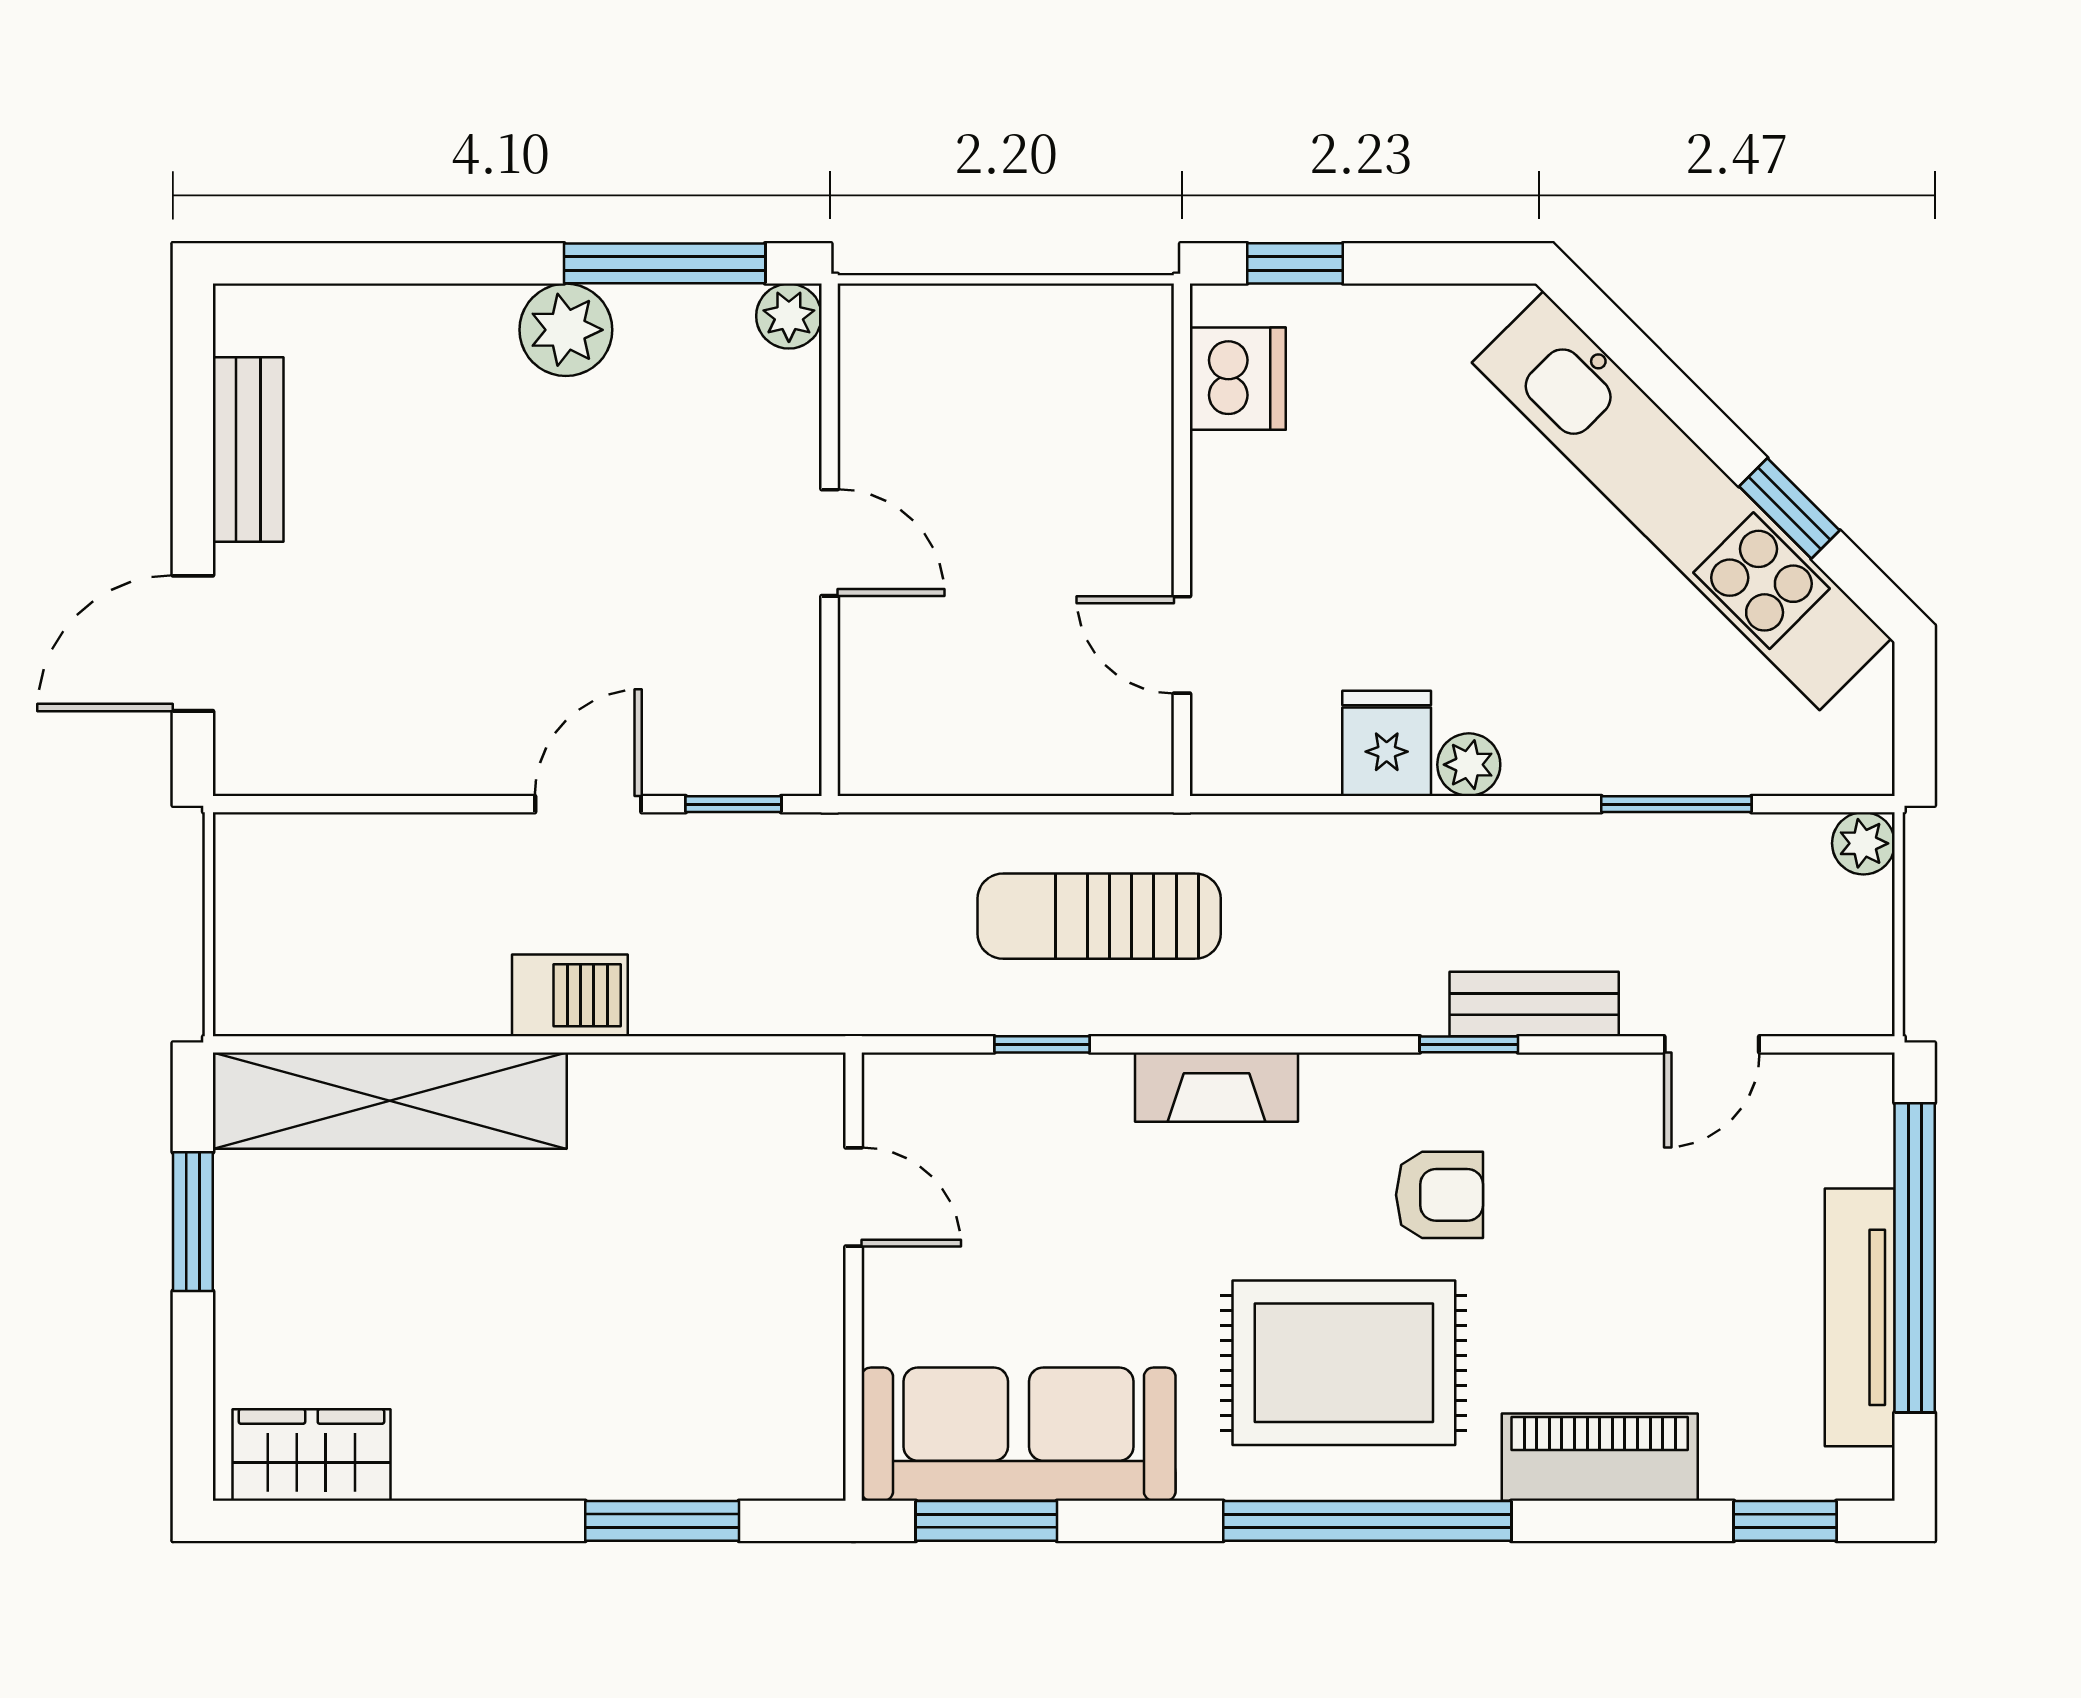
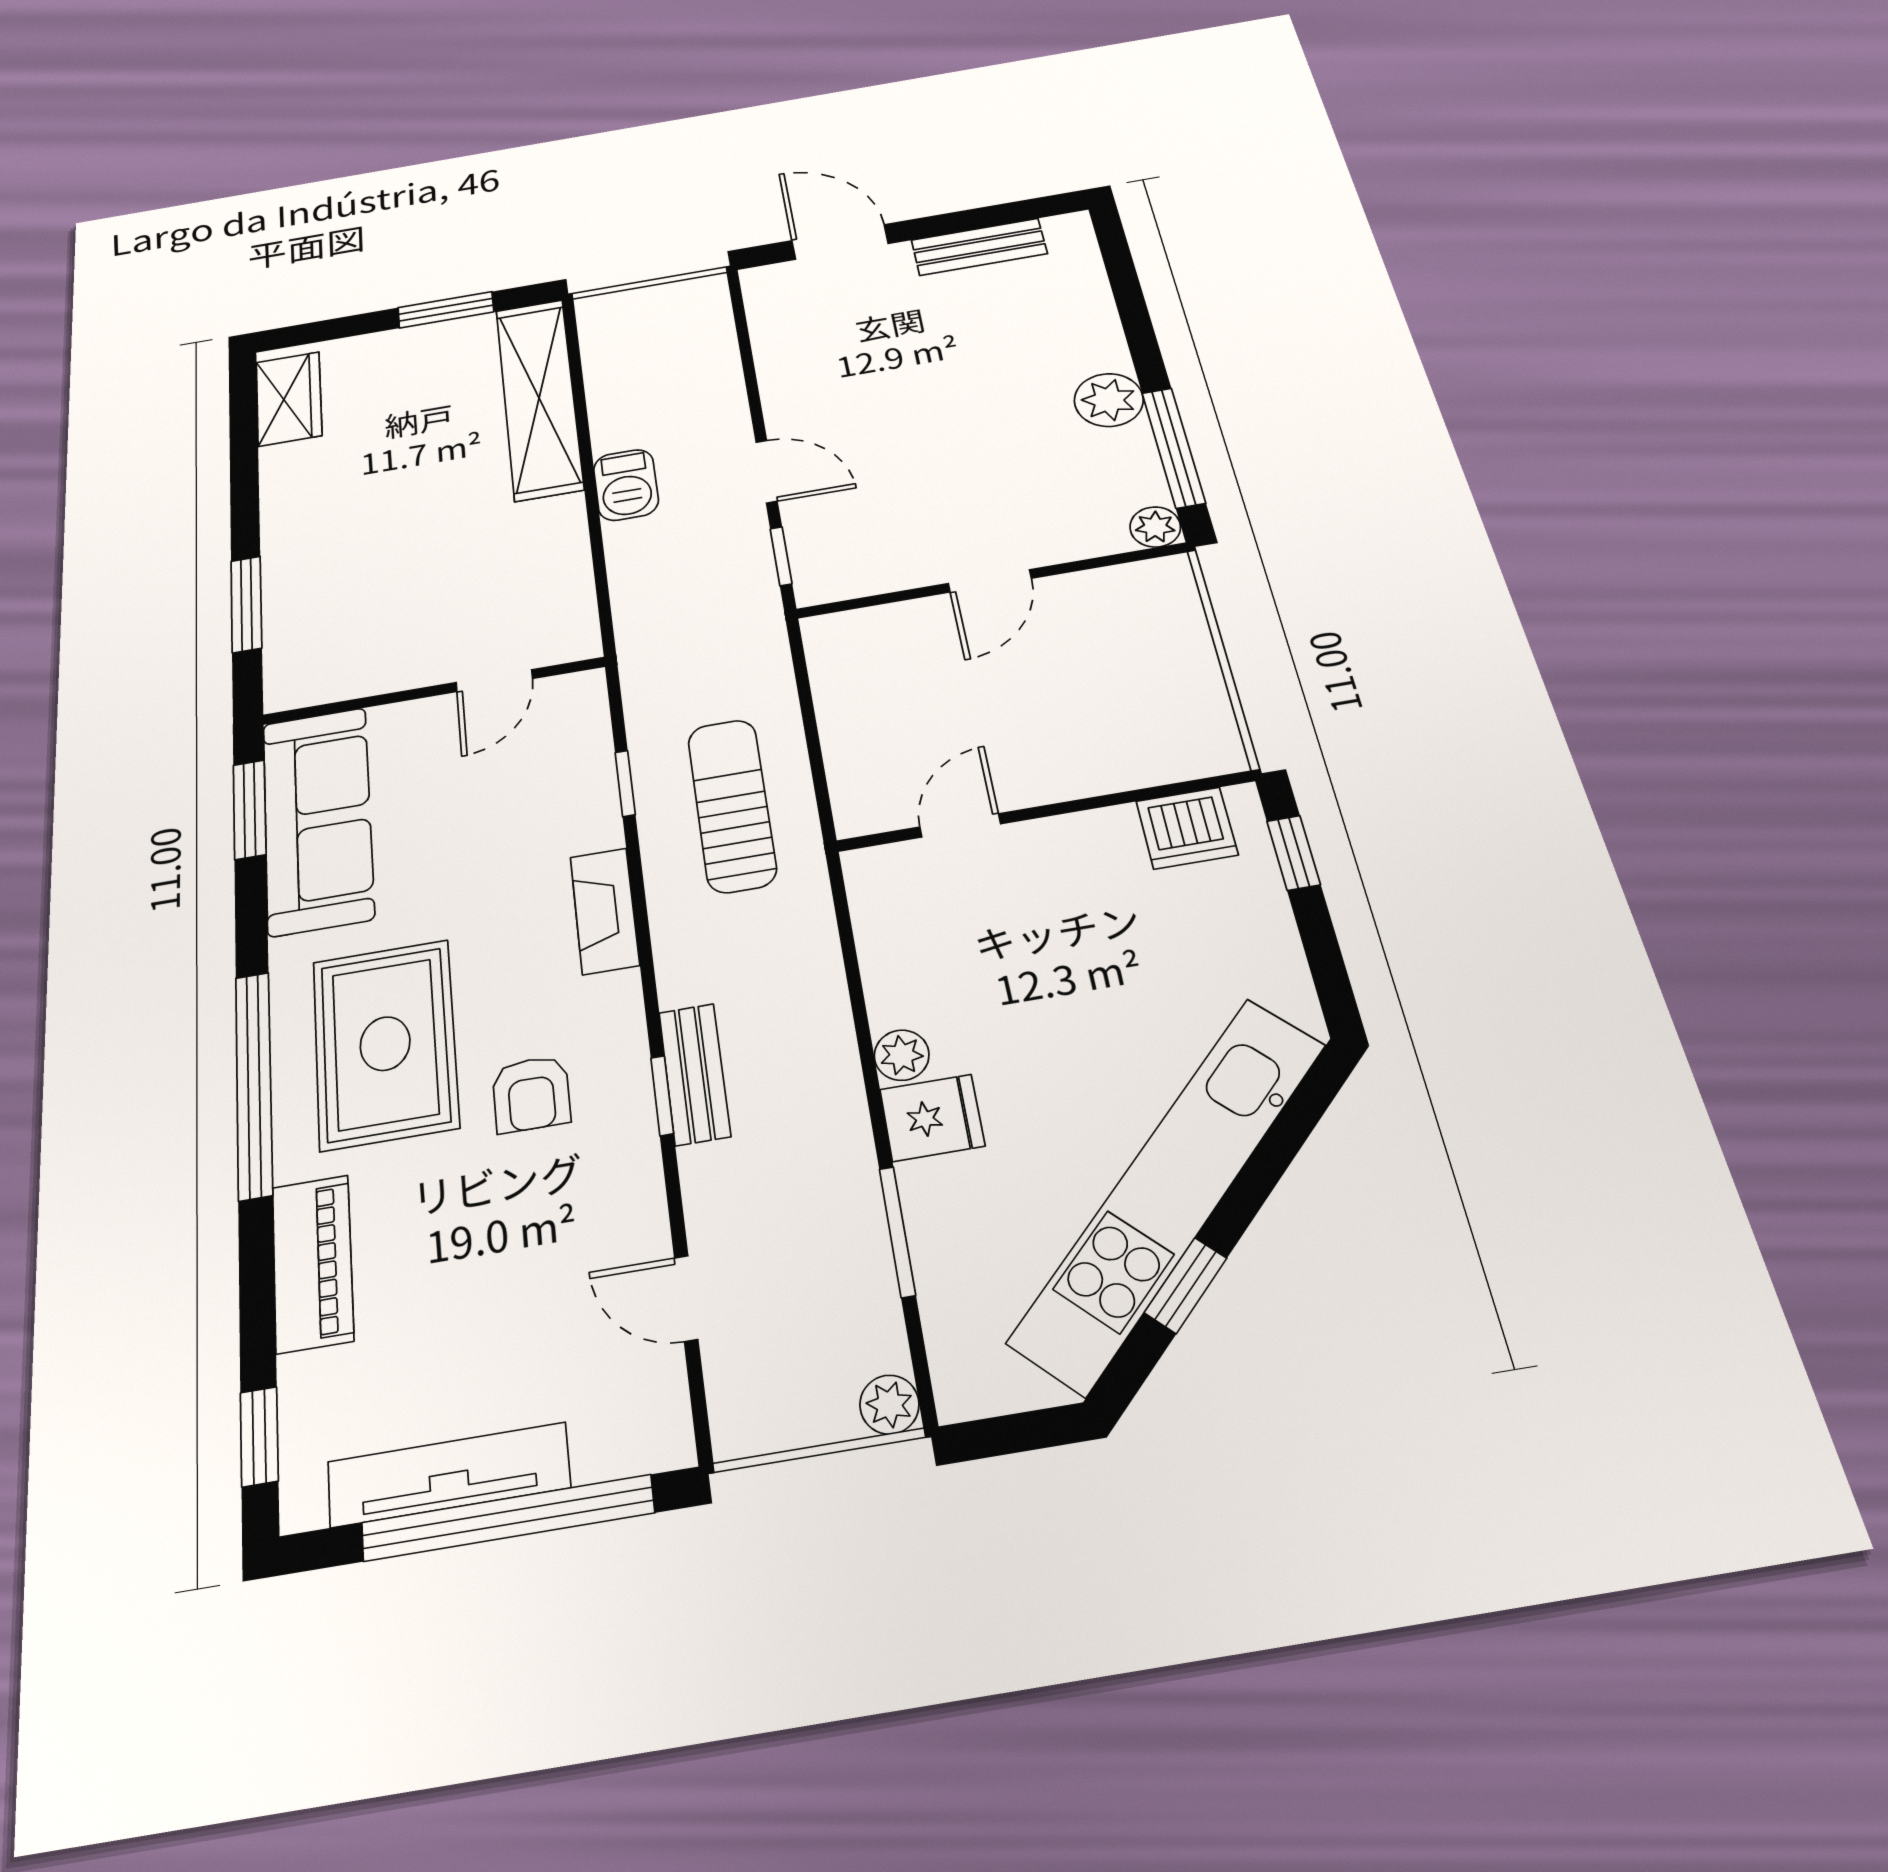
fridge: (1387, 743) -> (932, 1118), moved
bench: (1534, 1004) -> (695, 1074), moved

